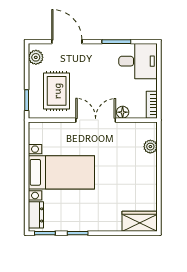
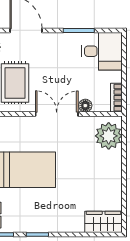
plant: (150, 147) -> (109, 136), width x1.88, depth x1.88

